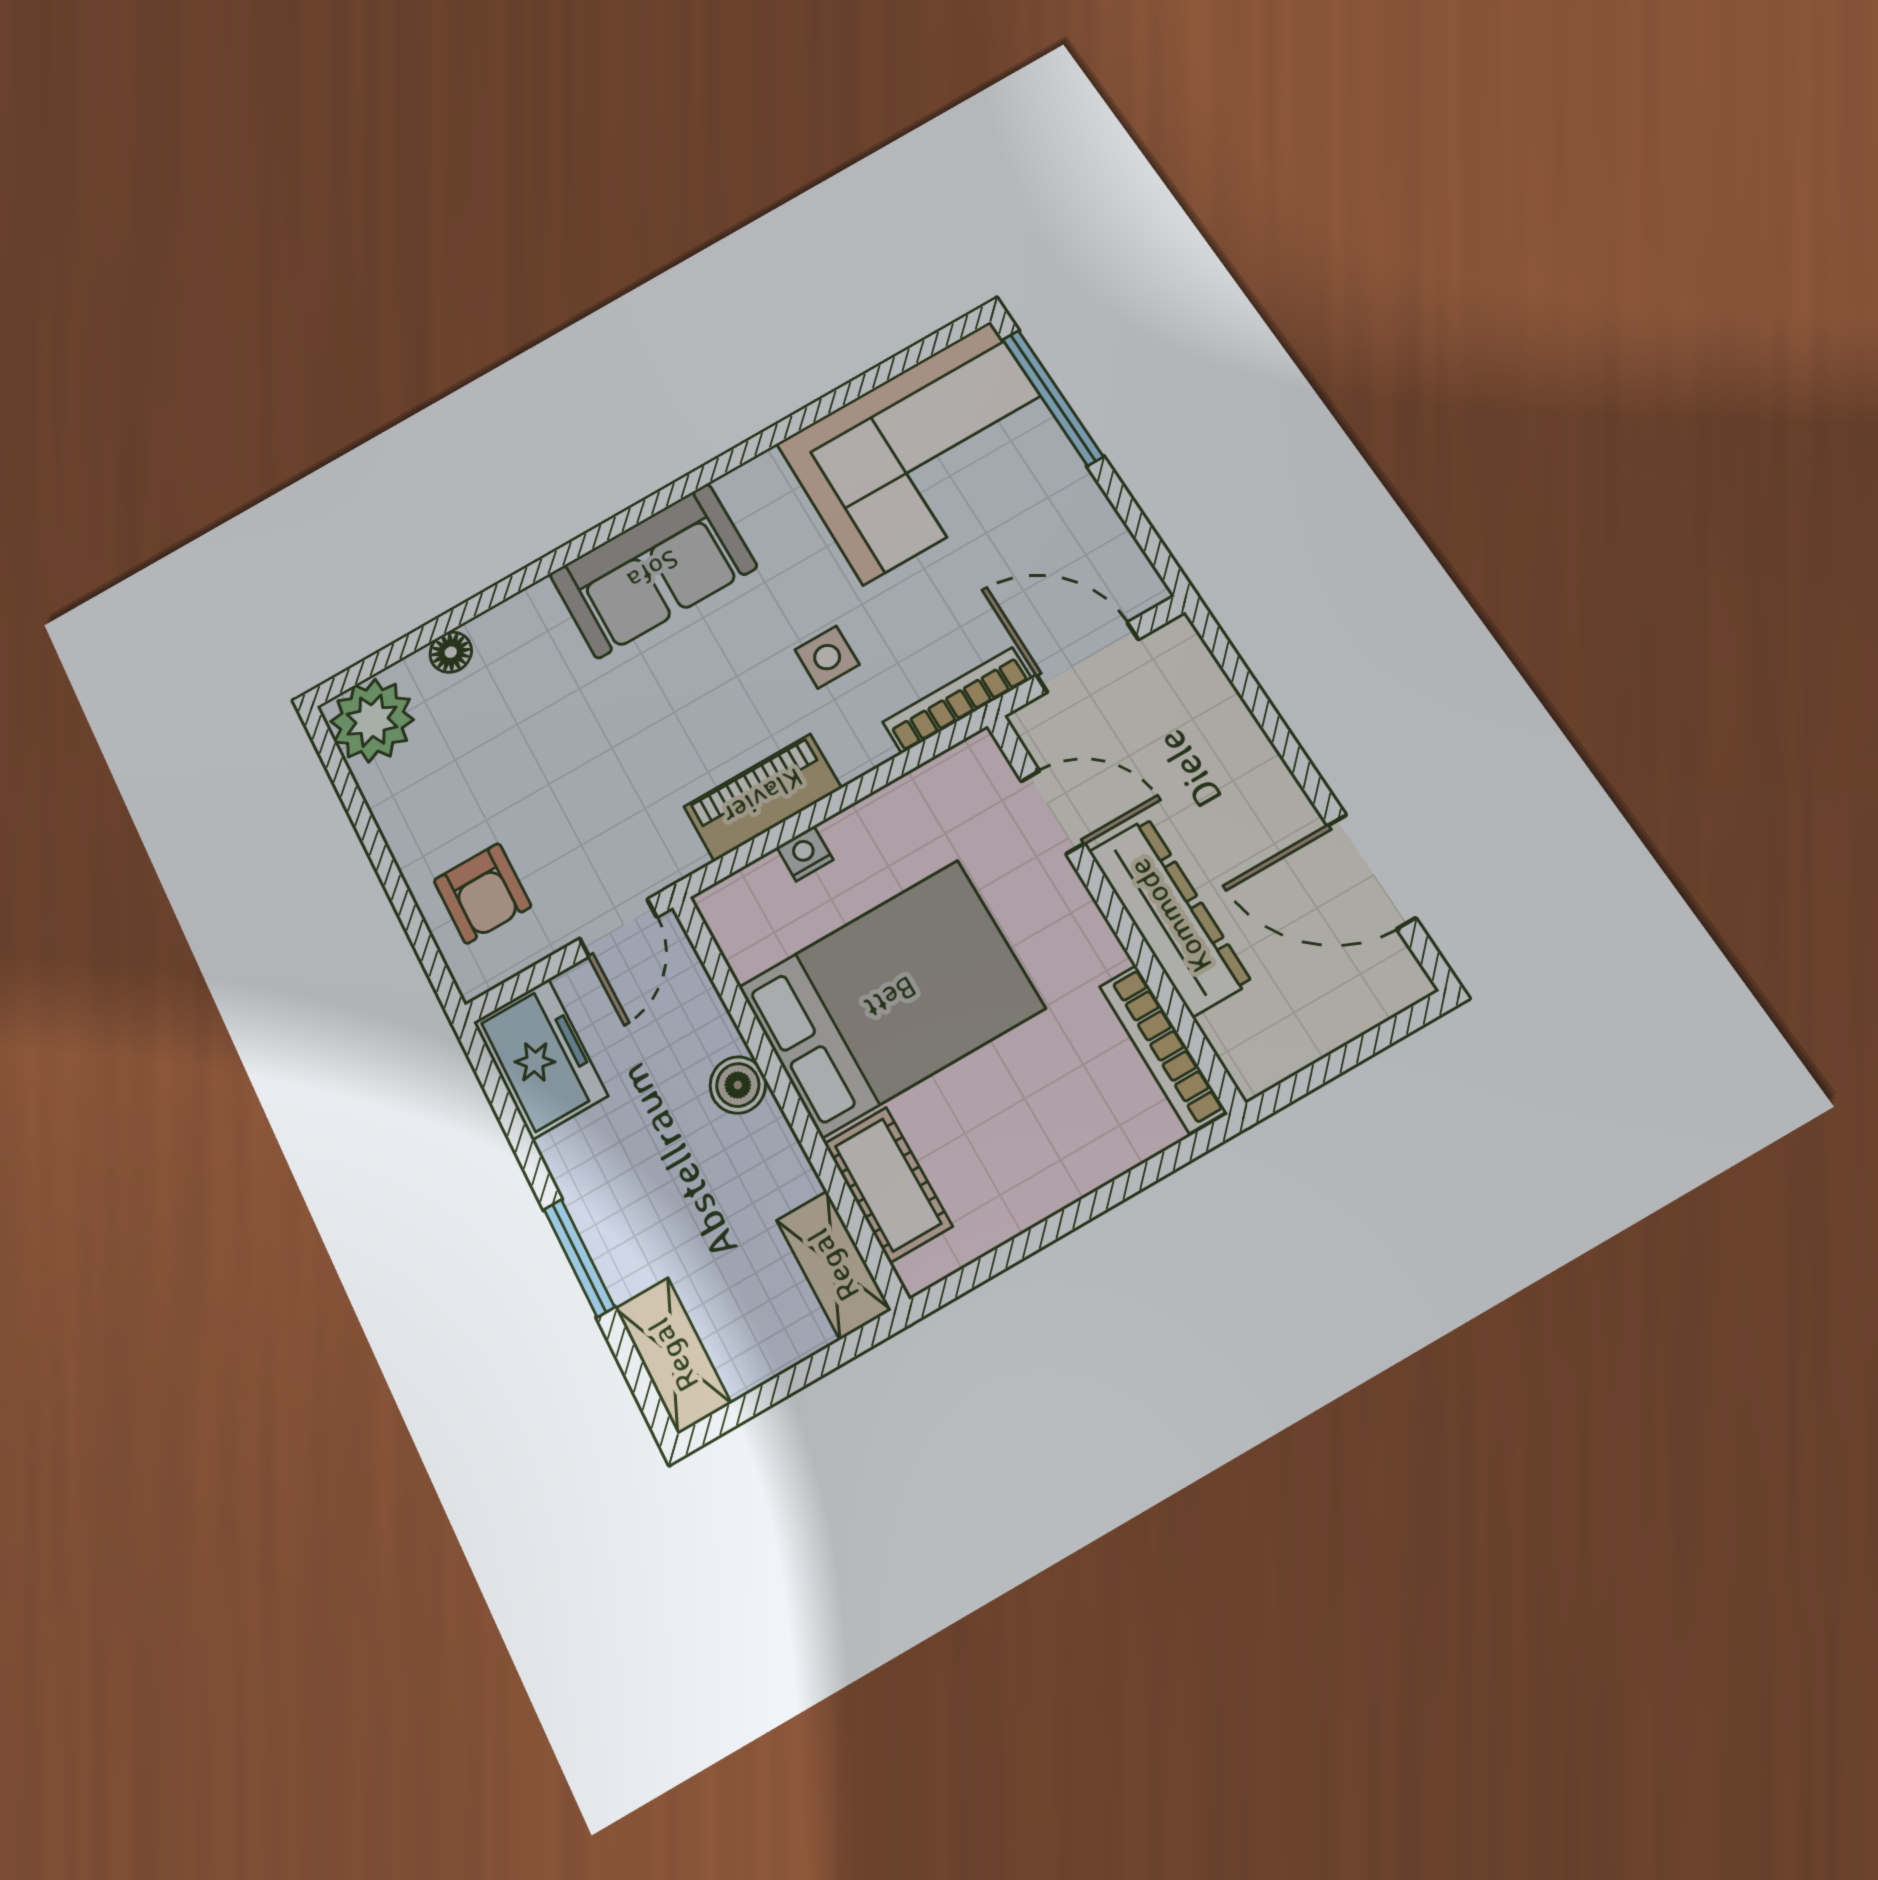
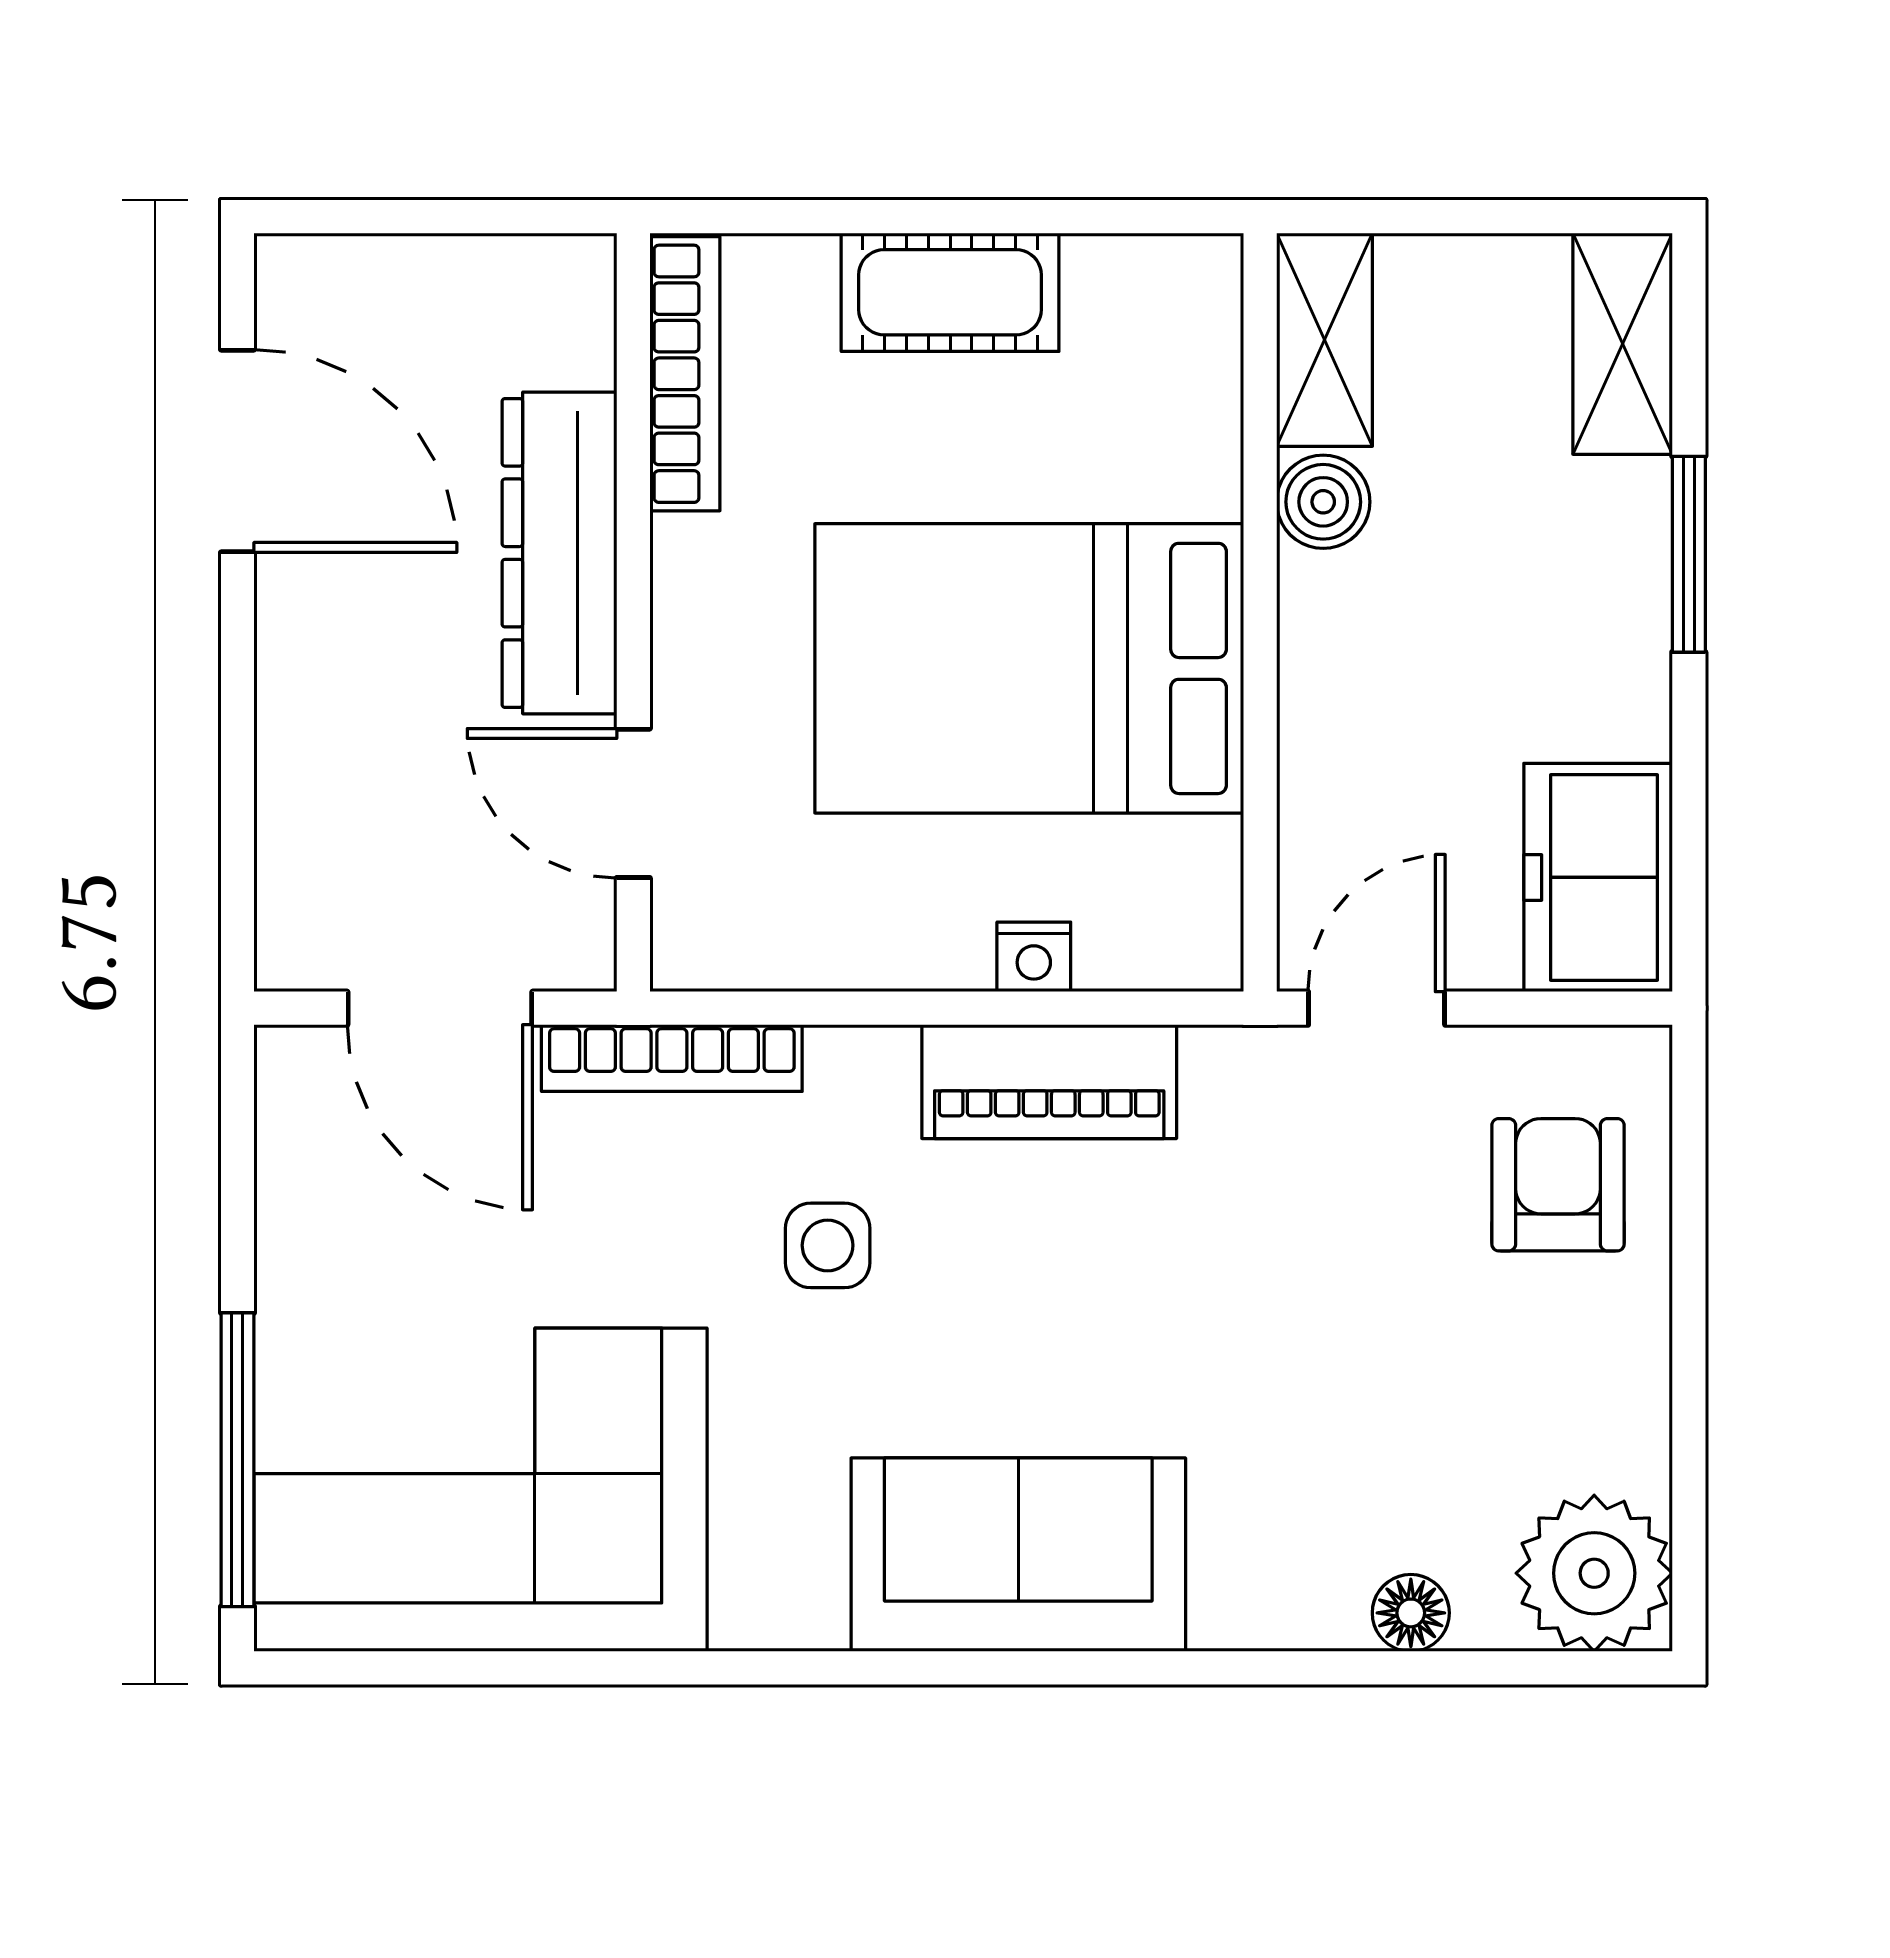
boiler: (738, 1085) -> (1323, 502), moved
cot: (888, 1185) -> (950, 292), moved, turned 90

